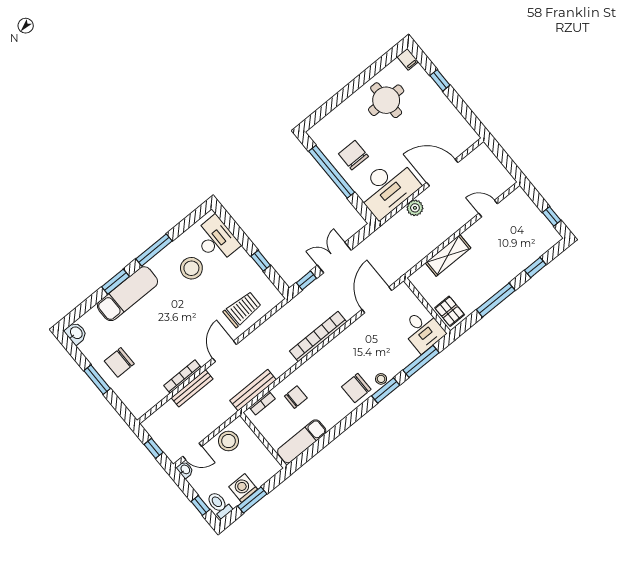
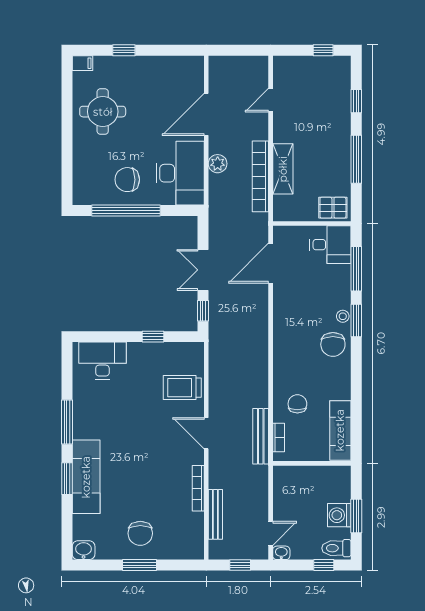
stool: (191, 268) -> (110, 403), removed
door: (377, 300) -> (271, 263), hinge flipped
trolley: (242, 309) -> (182, 388), turned -90
bookcase: (318, 336) -> (260, 176), moved
bench: (192, 388) -> (215, 514), moved
stool: (229, 441) -> (288, 494), removed

